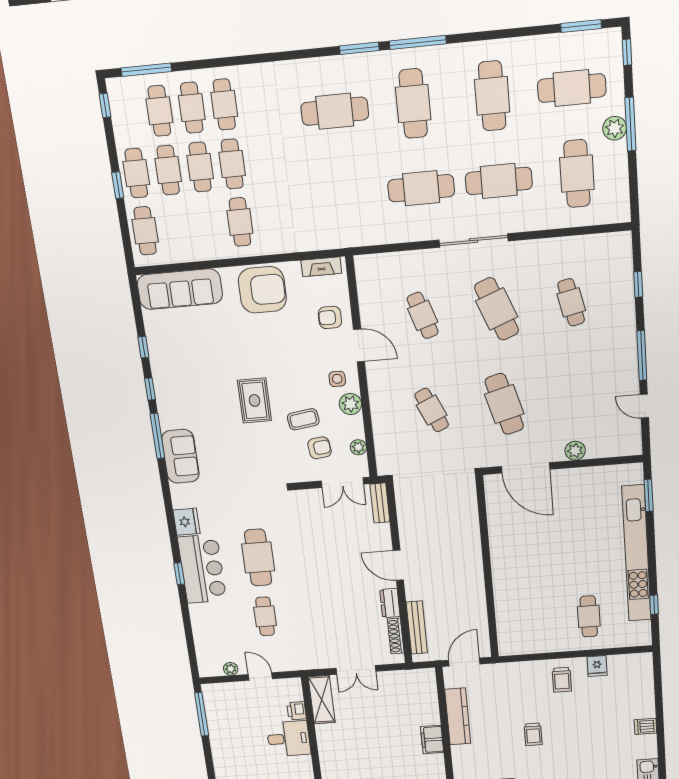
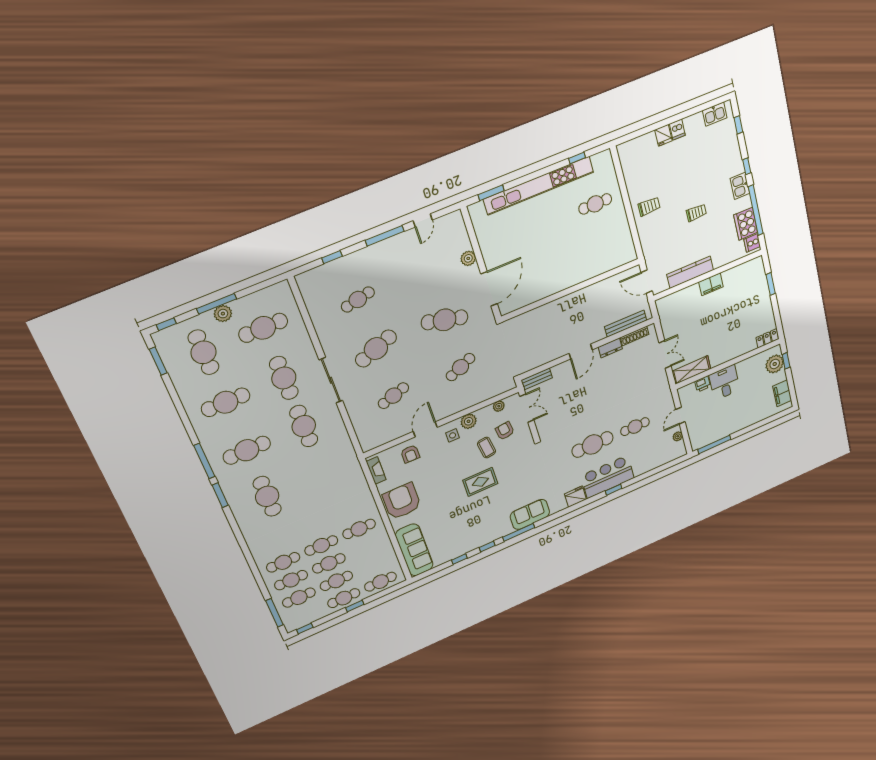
cafe table: (504, 404) -> (445, 320), turned 30
fridge: (597, 666) -> (663, 135), moved, turned 90

